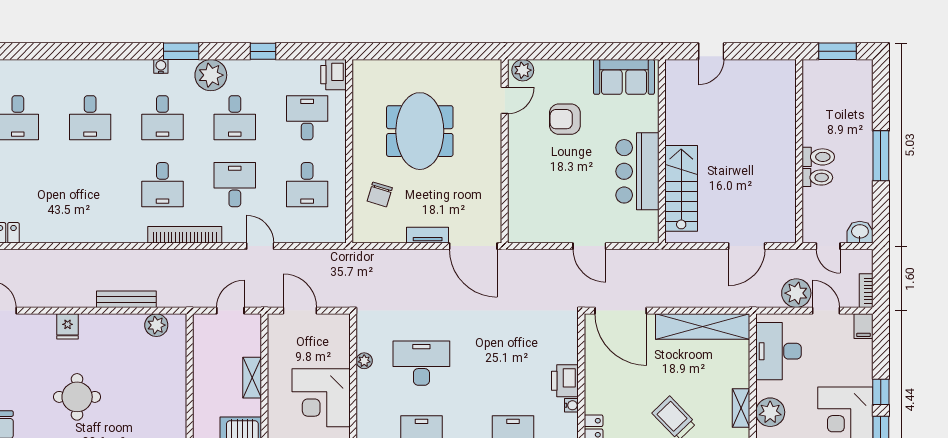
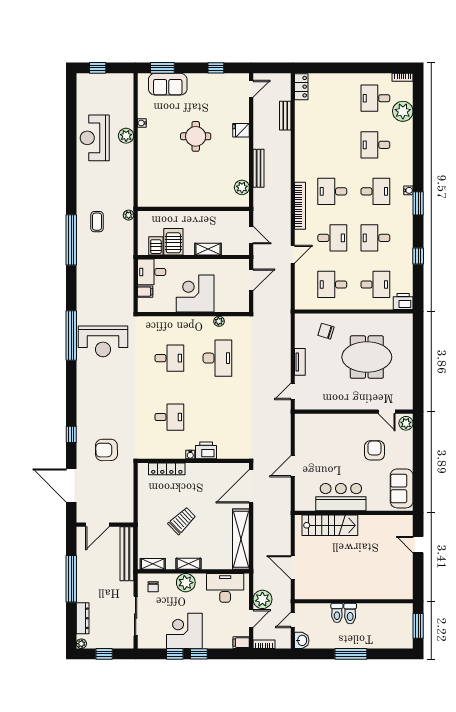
plant: (211, 75) -> (403, 111), moved
desk: (162, 118) -> (375, 191), turned 180
door: (473, 246) -> (293, 391), width x0.53
bench: (45, 258) -> (285, 116), added

